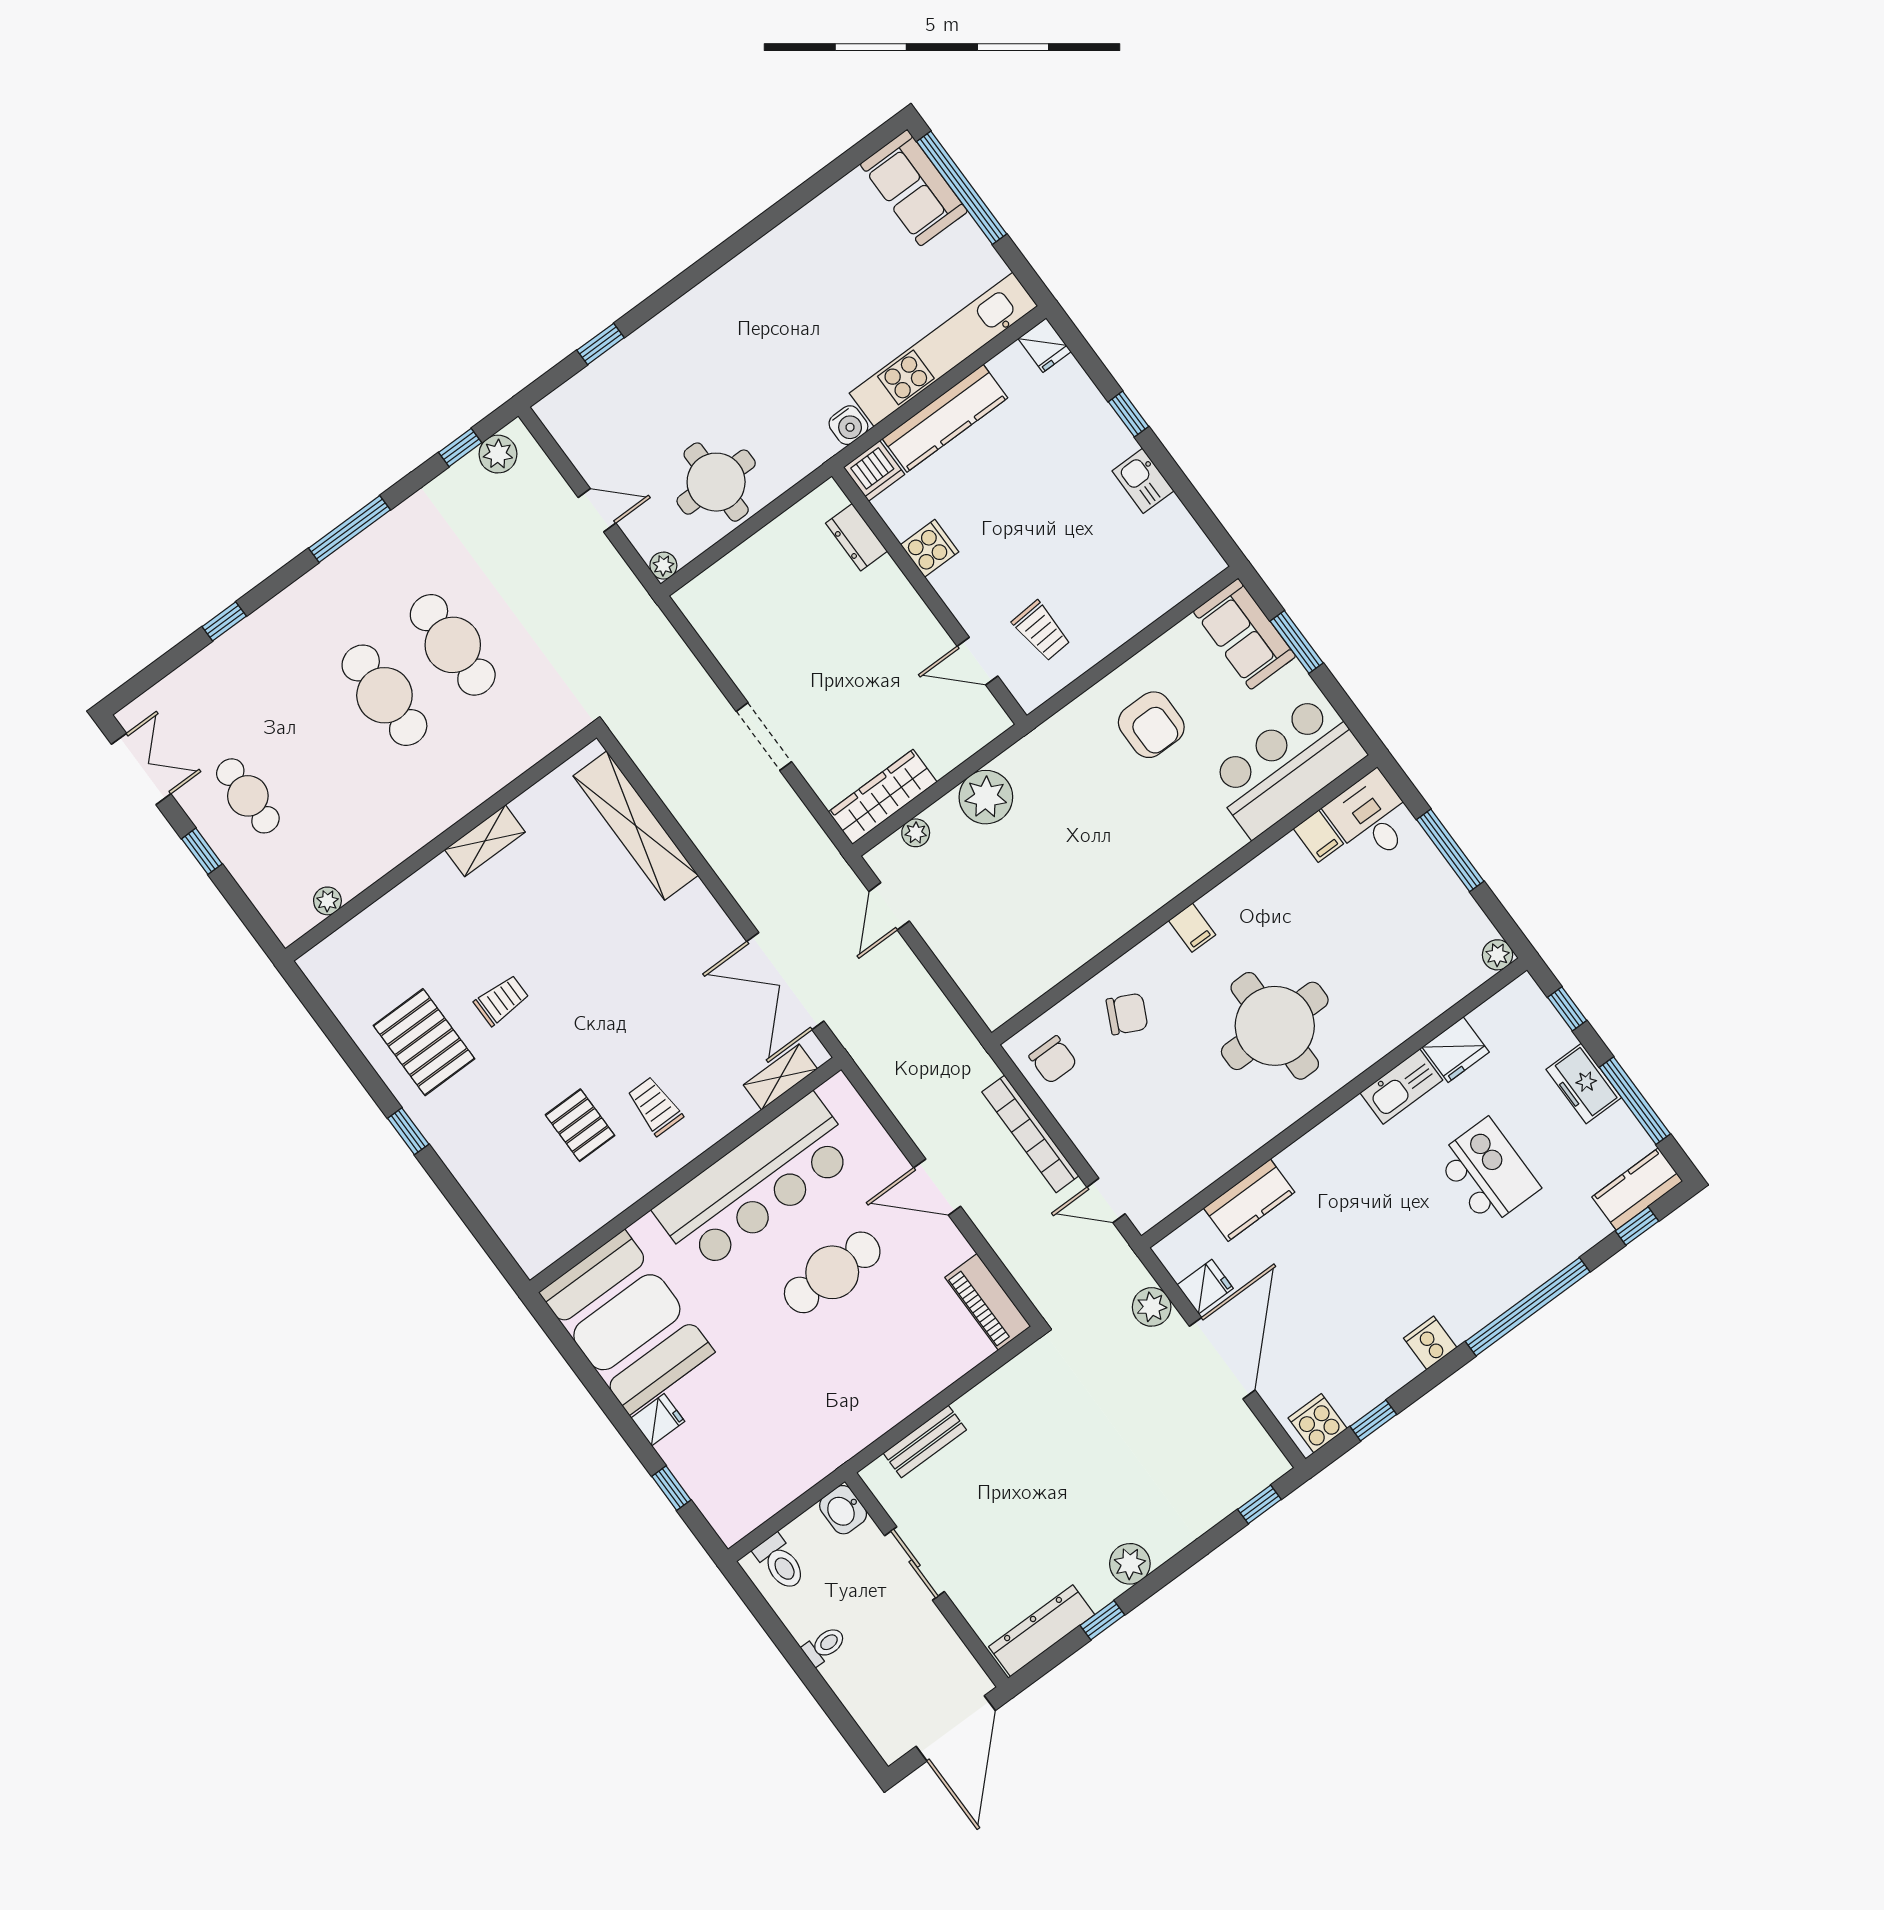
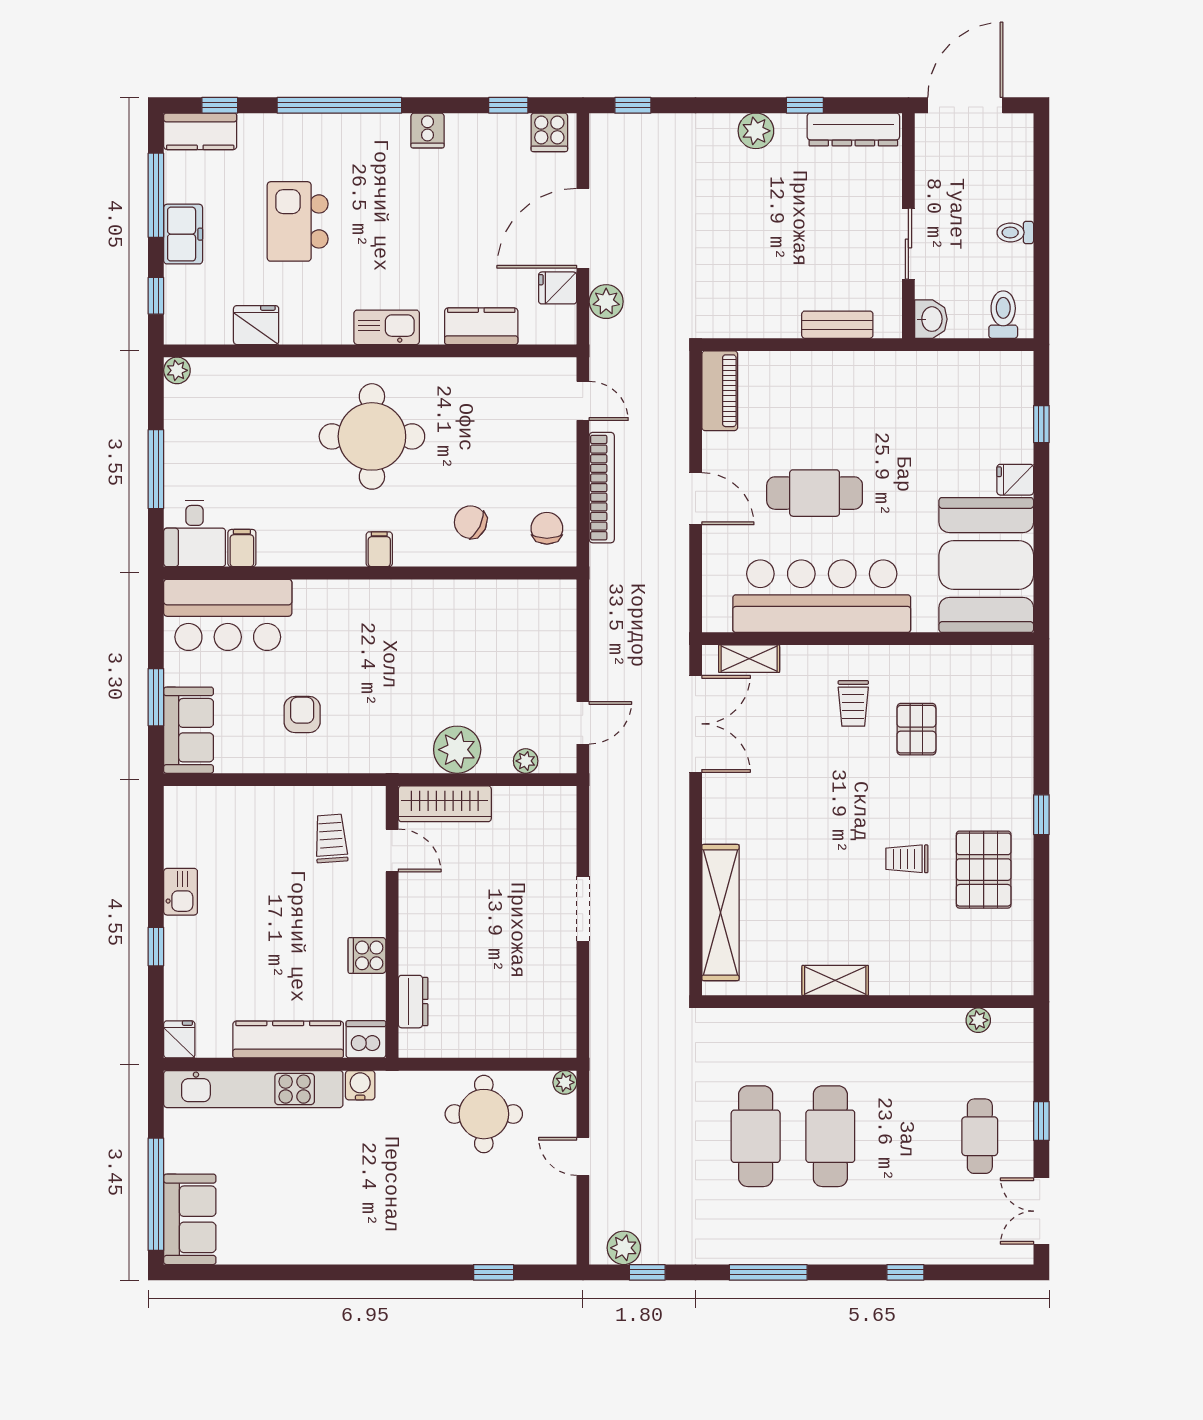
armchair: (1151, 725) -> (302, 715), width x0.72, depth x0.72
wardrobe: (883, 797) -> (445, 804), moved
kitchen sink: (1401, 1087) -> (387, 327), moved

